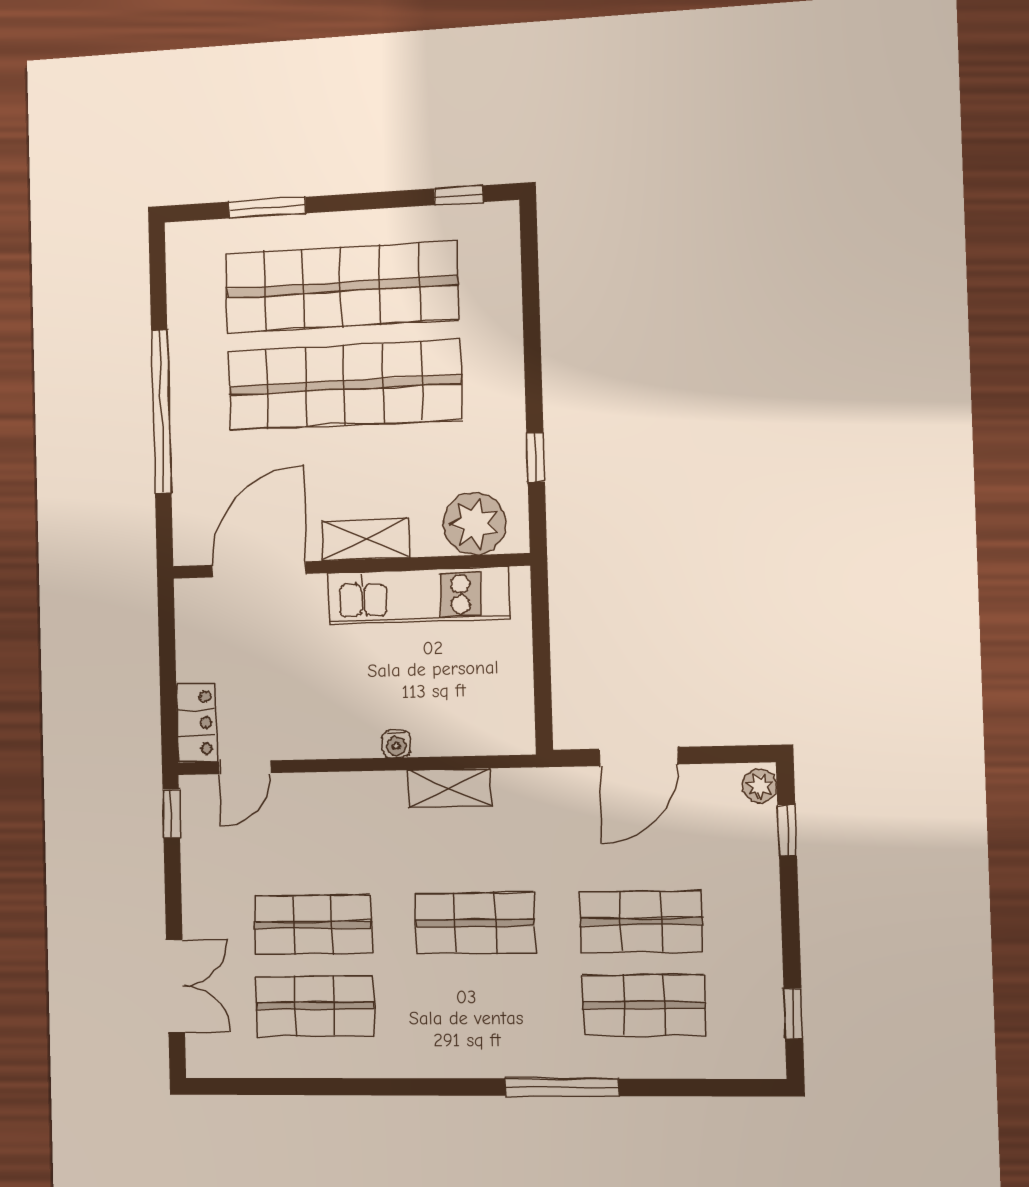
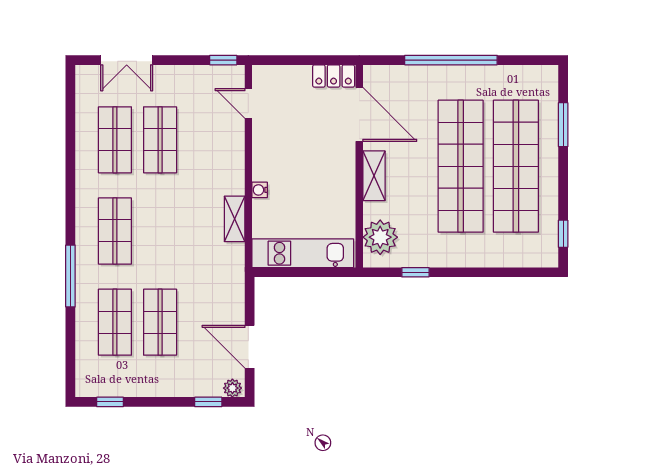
kitchen unit: (419, 596) -> (303, 253), moved, turned 90
locker: (196, 723) -> (334, 76), moved
door: (638, 757) -> (250, 347), moved
shop shelf: (475, 923) -> (115, 231), moved

